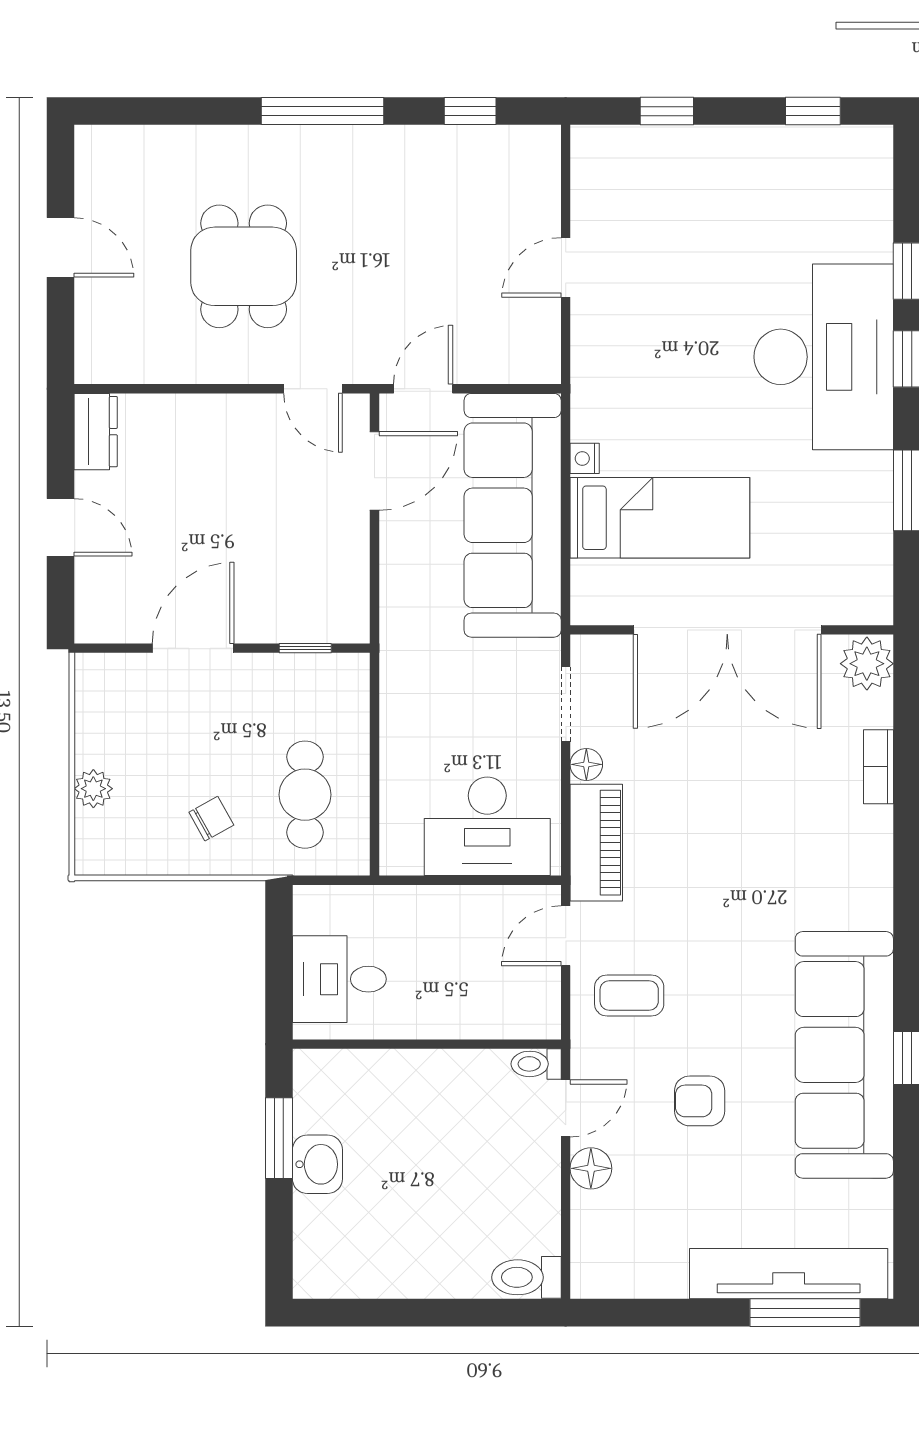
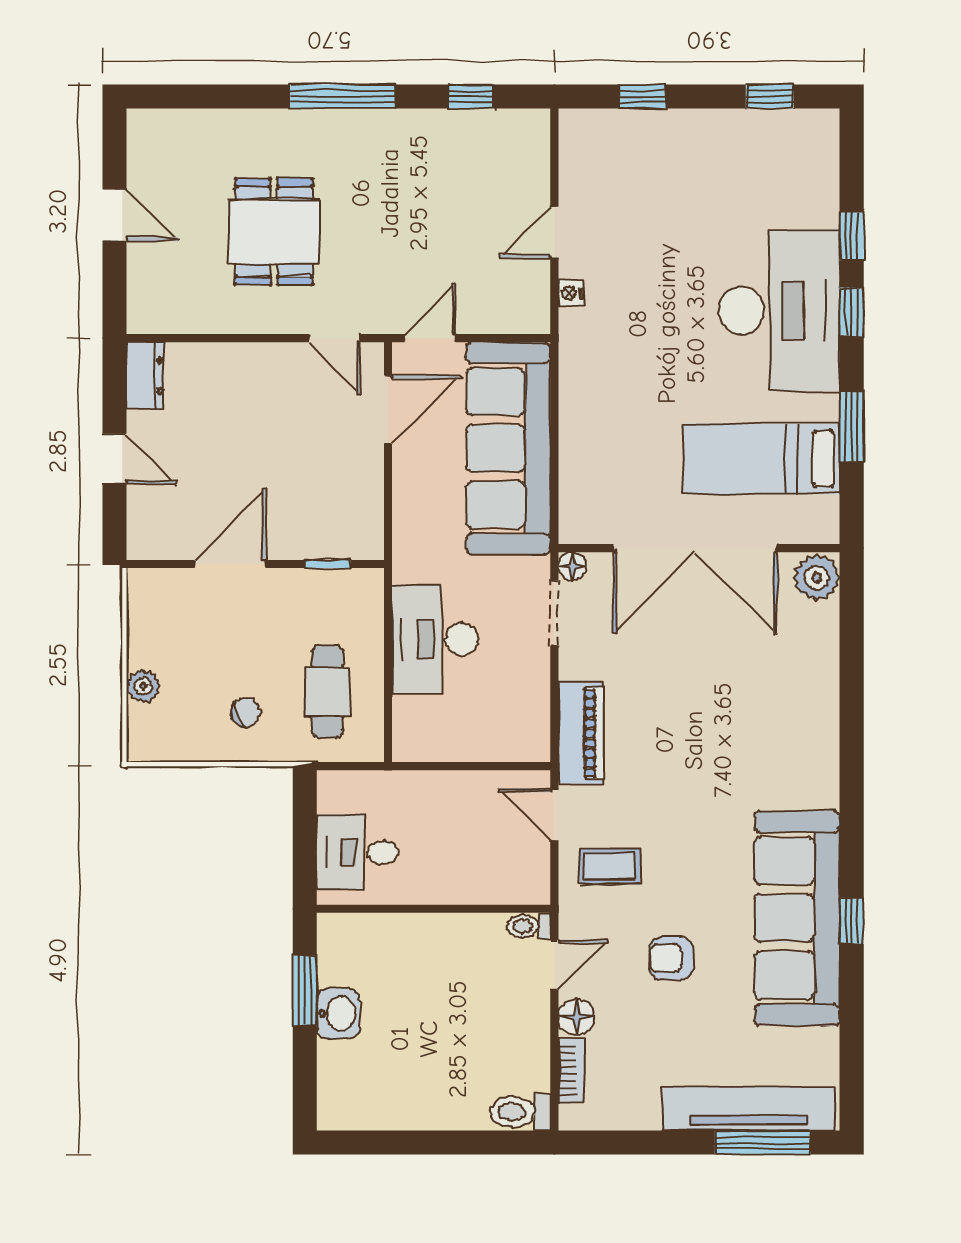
nightstand: (585, 458) -> (571, 293), moved
bed: (660, 518) -> (762, 459), moved, turned 180
floor lamp: (586, 764) -> (572, 566), moved
bookcase: (879, 767) -> (571, 1070), moved, turned 180
desk: (487, 826) -> (435, 639), moved, turned 90
door: (566, 936) -> (554, 814), hinge flipped

